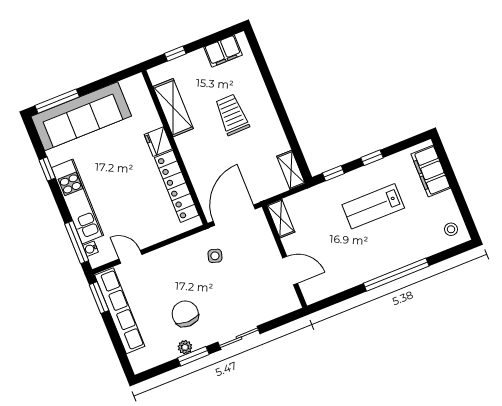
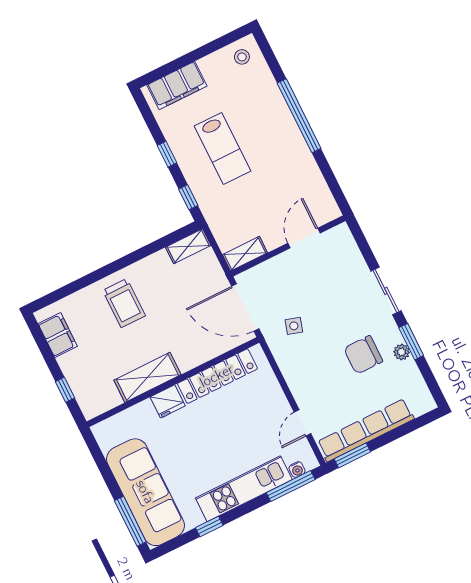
shelving: (173, 108) -> (147, 377), moved
trolley: (232, 115) -> (124, 303), moved, turned -89

